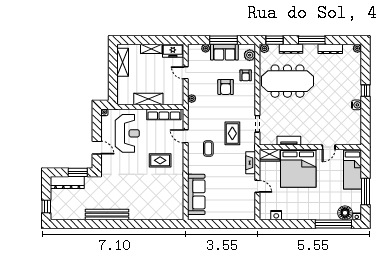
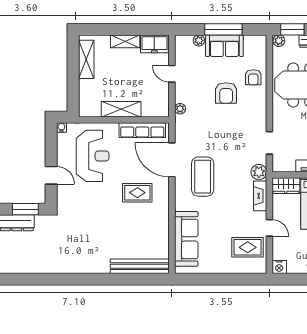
plant: (250, 55) -> (259, 172), moved
rug: (232, 133) -> (248, 247), moved, turned 90
door: (186, 136) -> (172, 160), width x1.88
coffee table: (208, 149) -> (203, 177), width x1.86, depth x1.72
bench: (107, 215) -> (140, 266), moved
nightstand: (276, 215) -> (279, 267), moved

